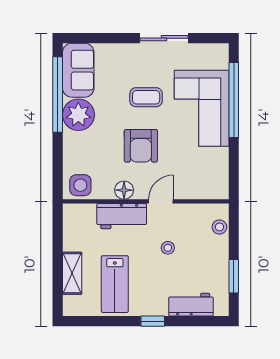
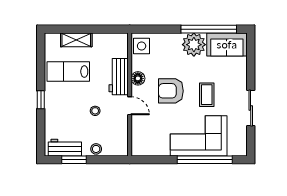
stool: (219, 227) -> (96, 149), moved
workbench: (191, 305) -> (65, 148), moved, turned -90

